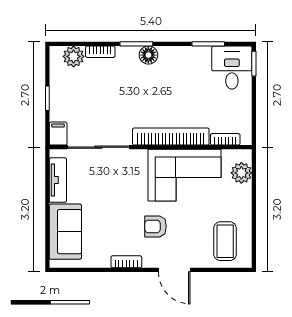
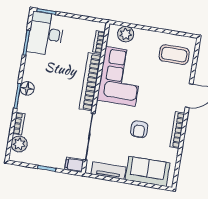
desk: (232, 68) -> (46, 34), width x1.37
armchair: (155, 226) -> (139, 129), moved
bookcase: (126, 262) -> (177, 130), width x1.56

